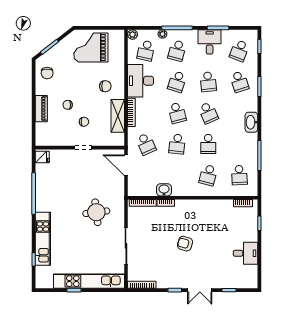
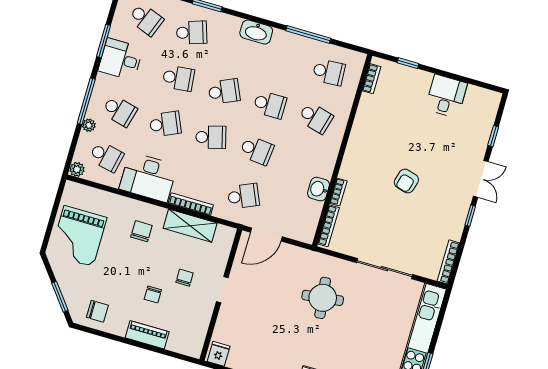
school desk: (177, 82) -> (165, 124), turned -42

